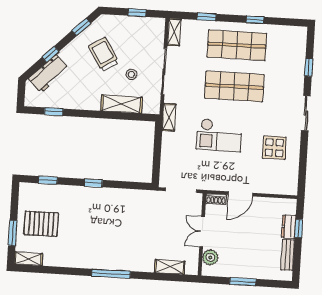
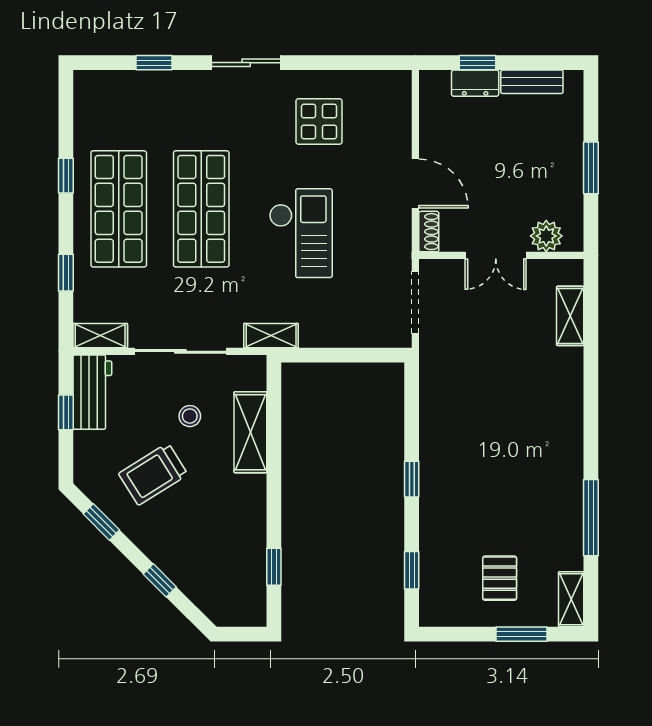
workbench: (49, 74) -> (92, 392), moved, turned 45
pallet: (41, 224) -> (500, 578), width x0.67, depth x0.71
window: (111, 274) -> (591, 518), moved

